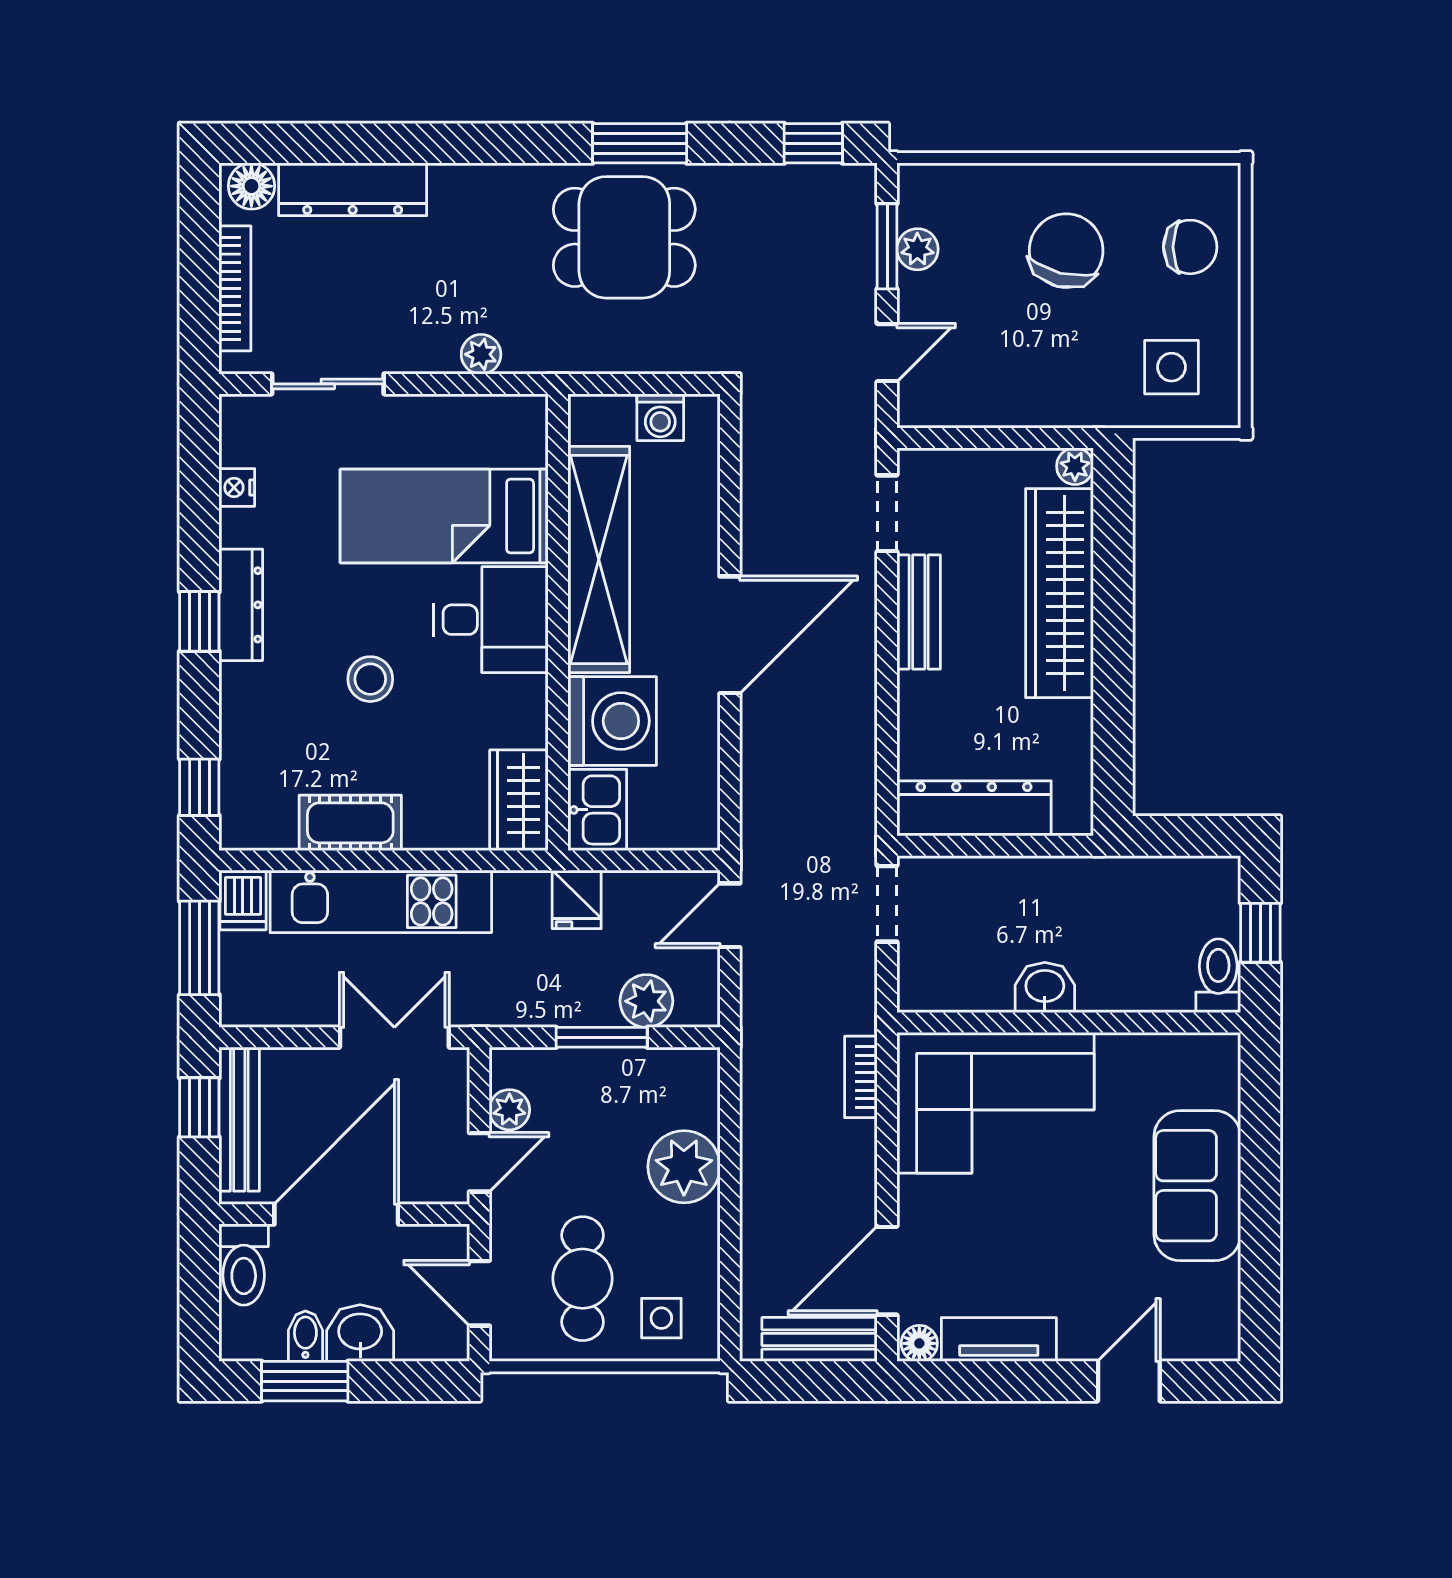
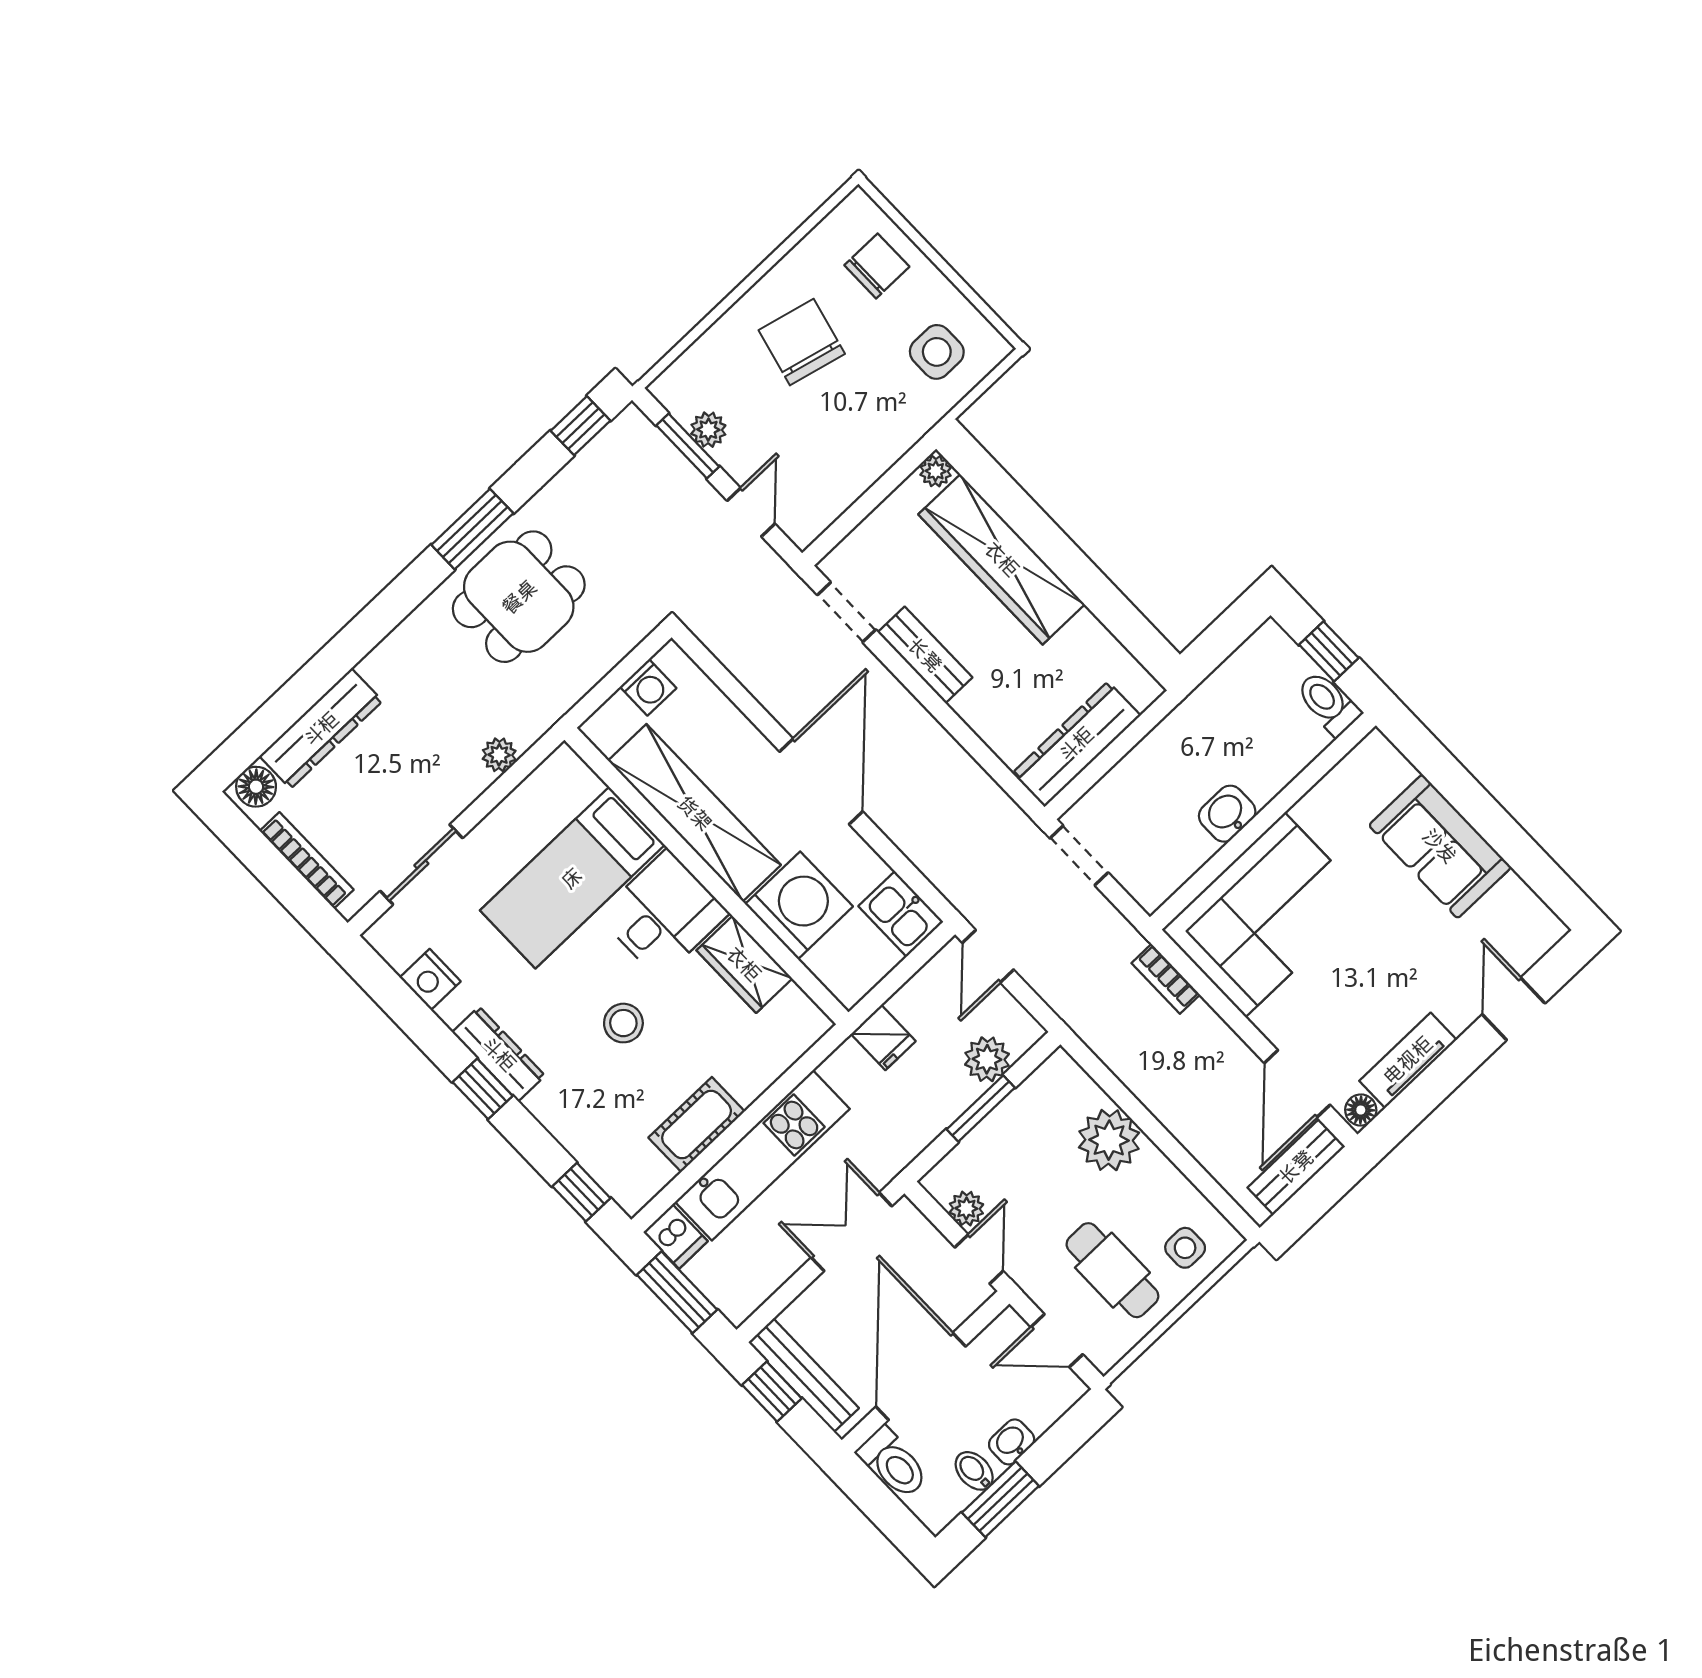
nightstand: (237, 487) -> (430, 979), width x1.39, depth x1.35
wardrobe: (519, 800) -> (744, 964), moved
kitchen sink: (597, 810) -> (901, 914), moved, turned 180
washbasin: (360, 1333) -> (1012, 1442), width x0.72, depth x0.69

